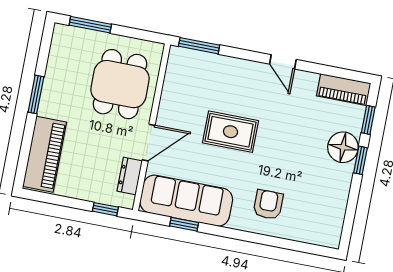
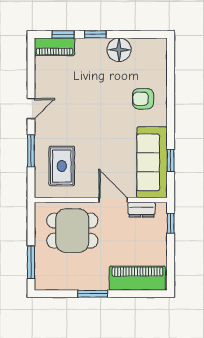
window: (199, 46) -> (31, 151), moved
piano: (344, 90) -> (54, 47), moved, turned 90
rug: (231, 132) -> (62, 166), moved
floor lamp: (343, 147) -> (119, 50), moved

